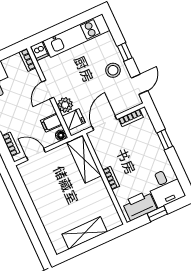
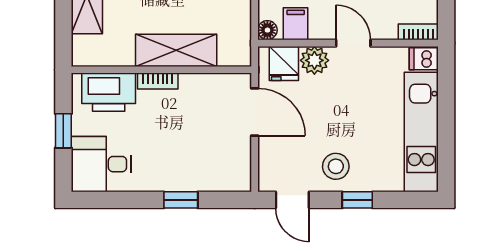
bookcase: (131, 118) -> (243, 160), removed
shelving: (84, 159) -> (176, 50), moved
printer: (139, 206) -> (109, 92), moved, turned 90

